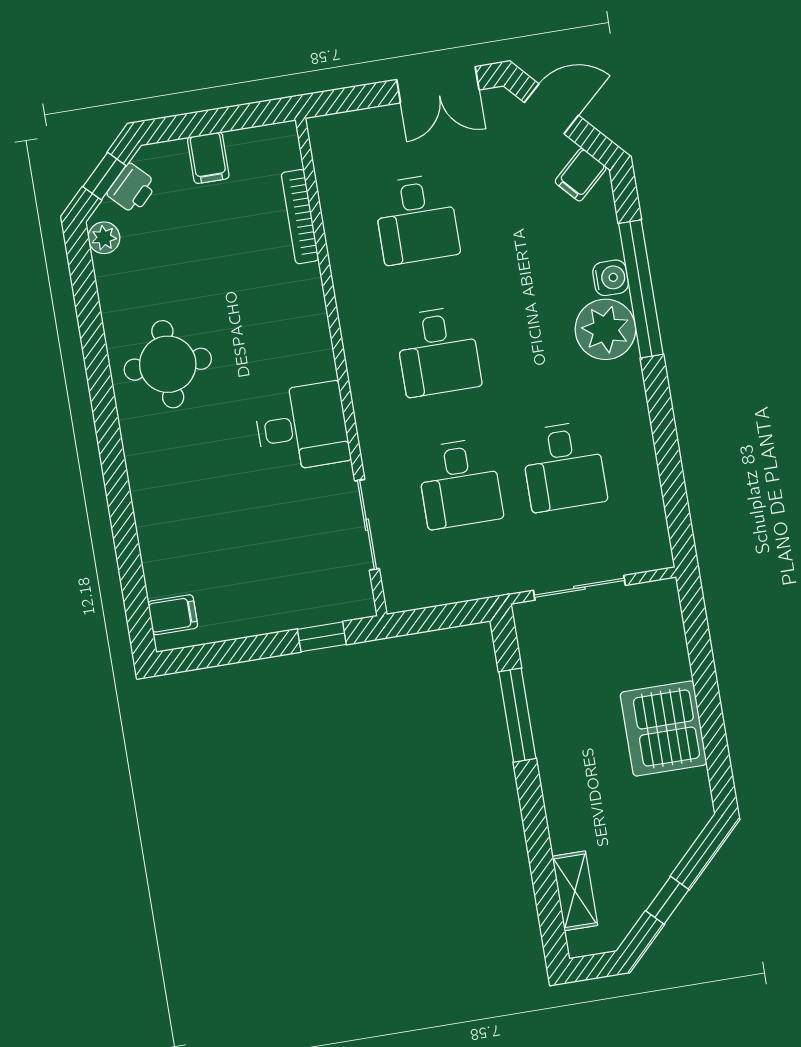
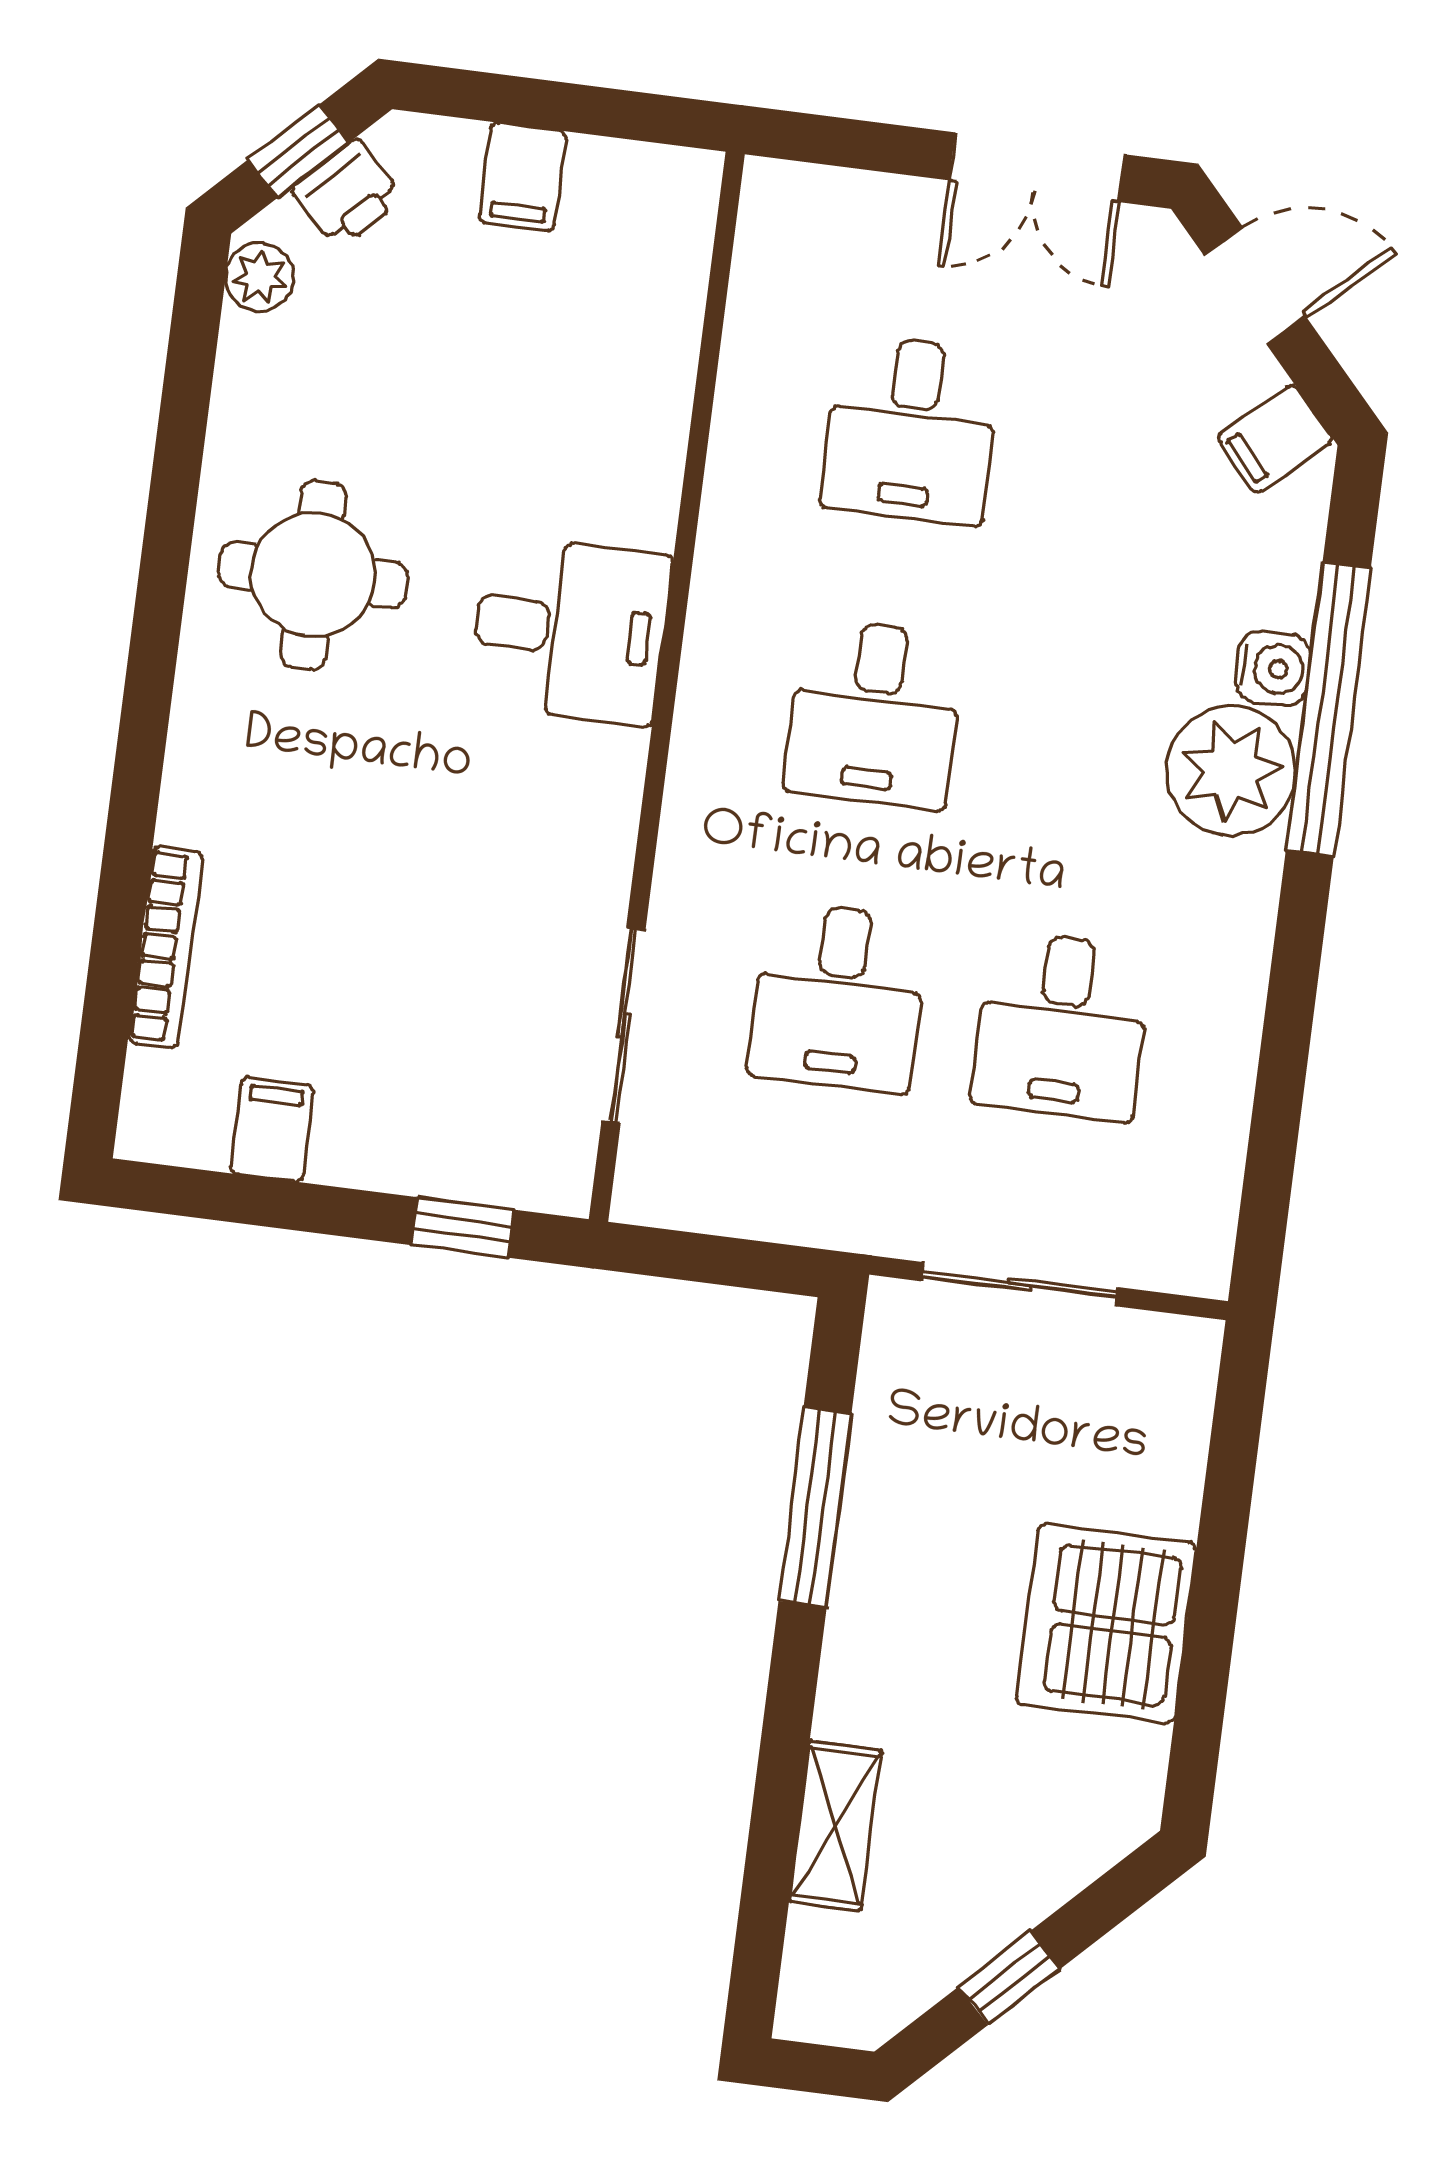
bookcase: (300, 217) -> (165, 947), moved, turned 180
desk: (302, 427) -> (570, 630), moved
filing cabinet: (173, 615) -> (272, 1129), moved, turned -90
shelving: (575, 891) -> (835, 1825), moved

